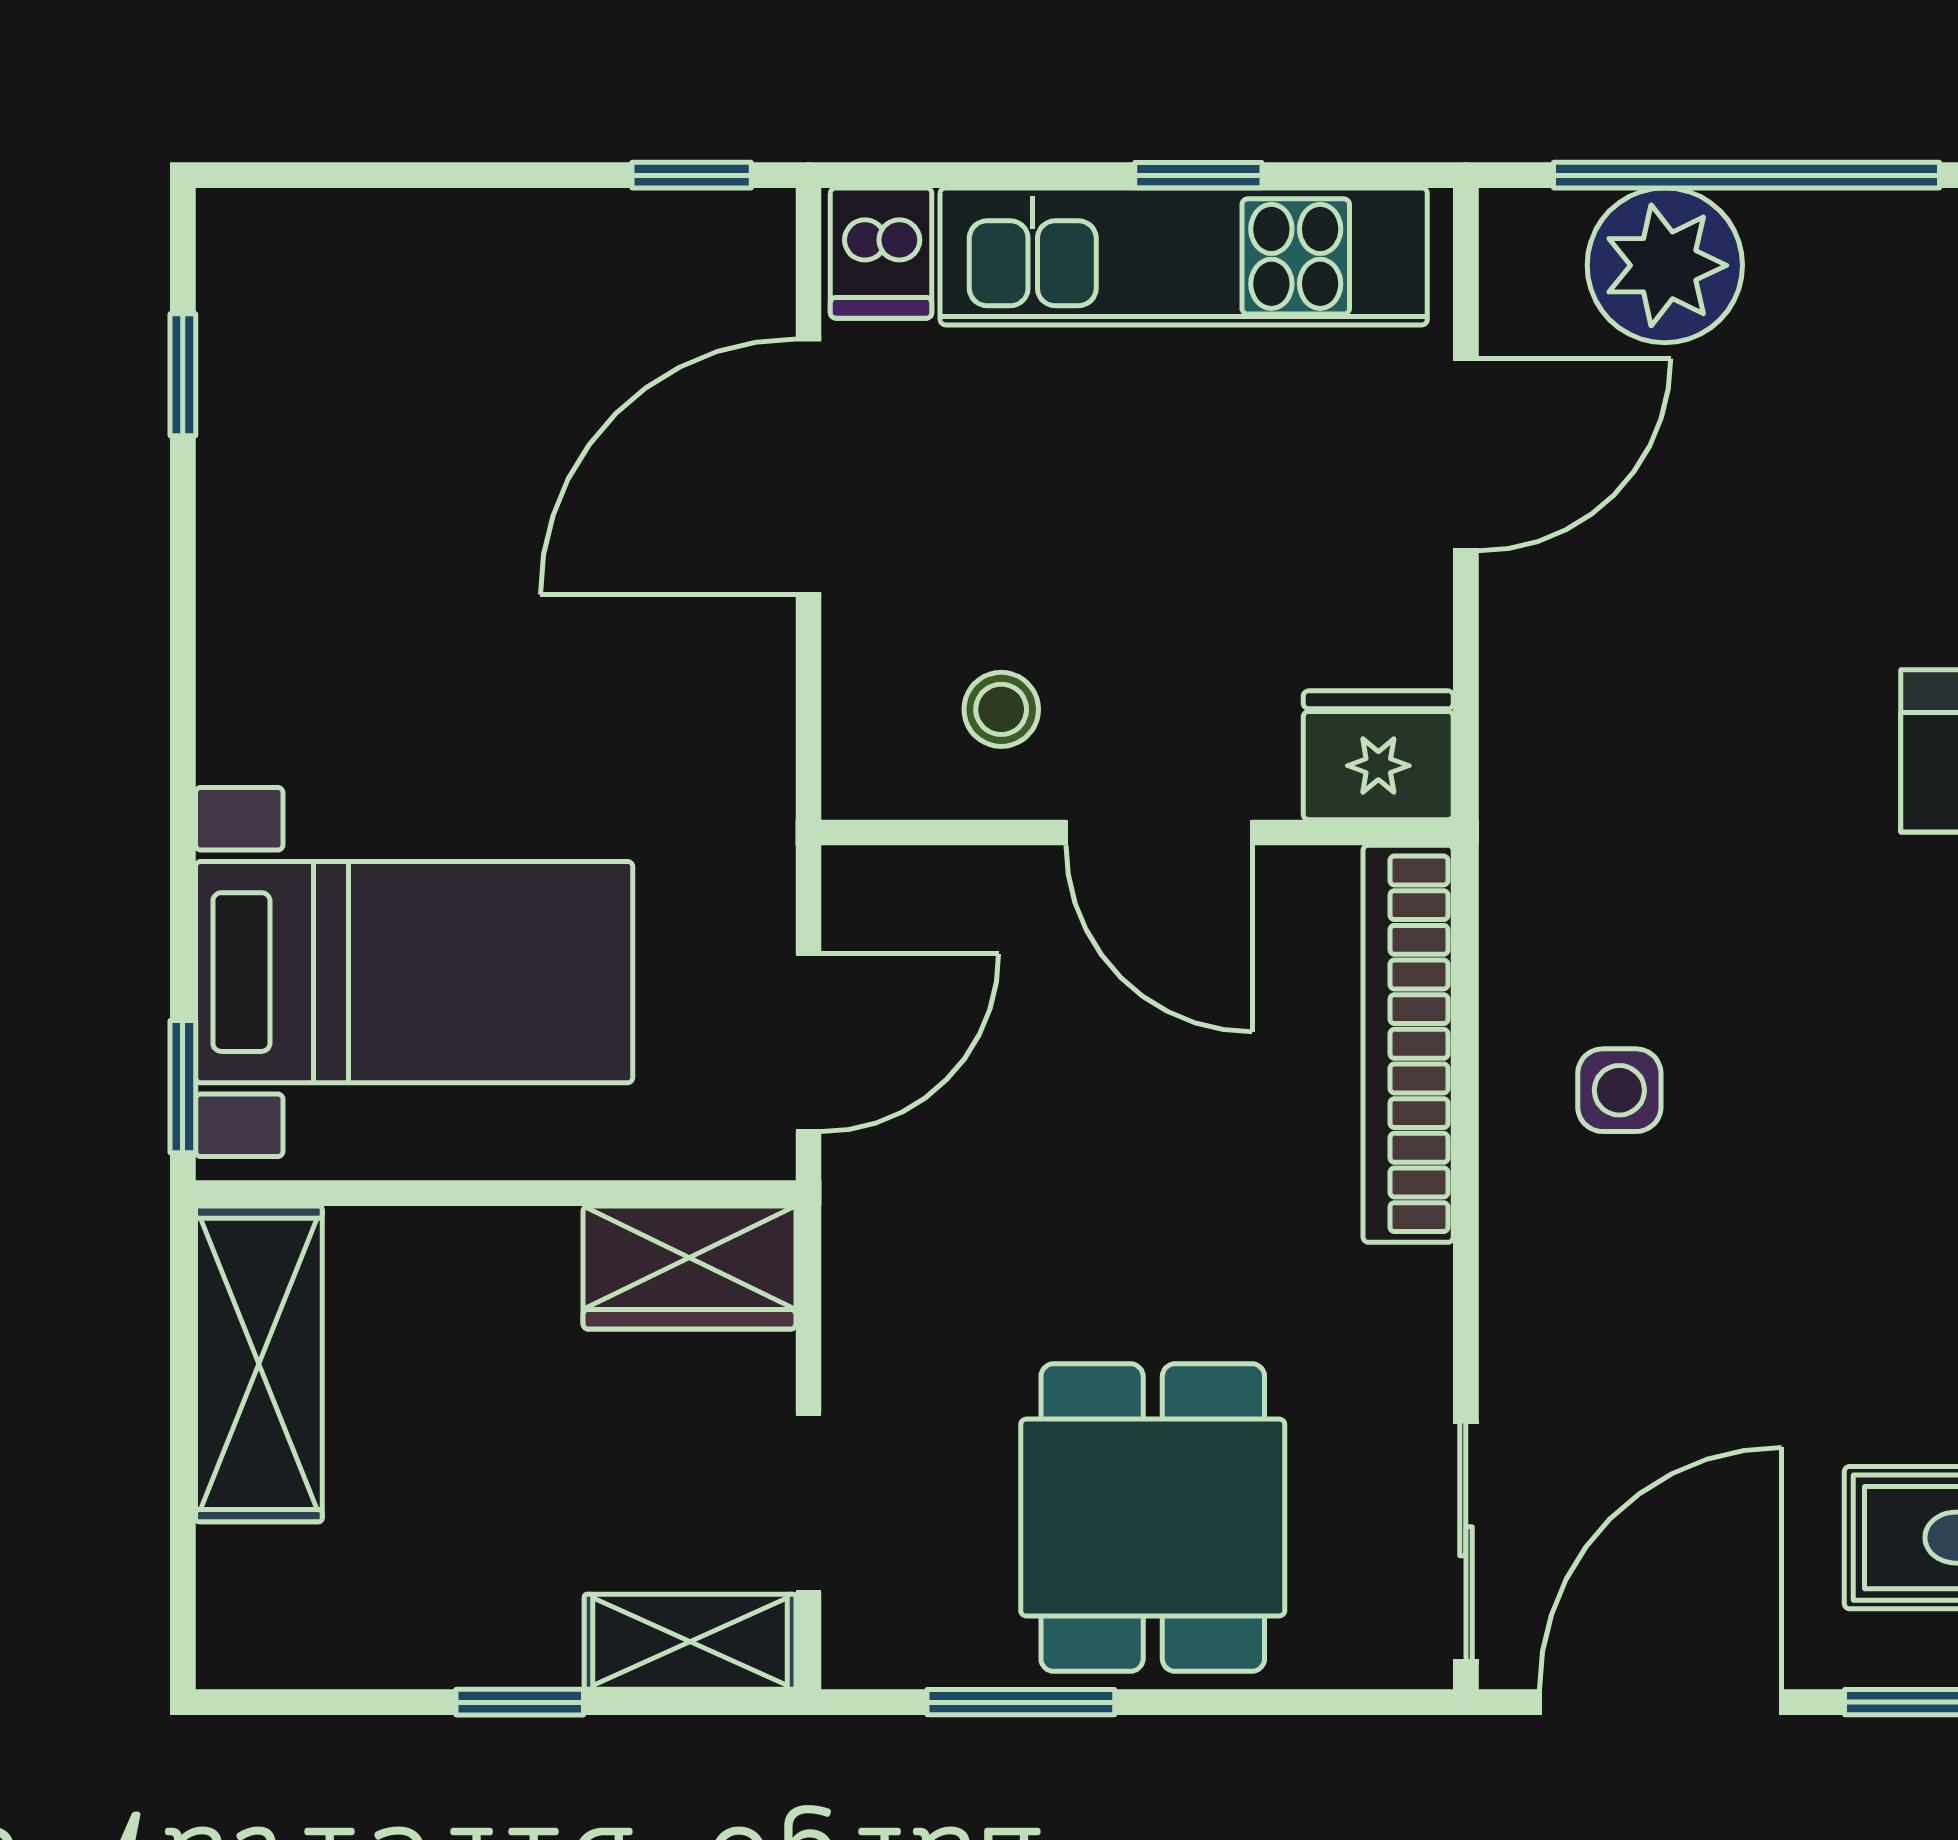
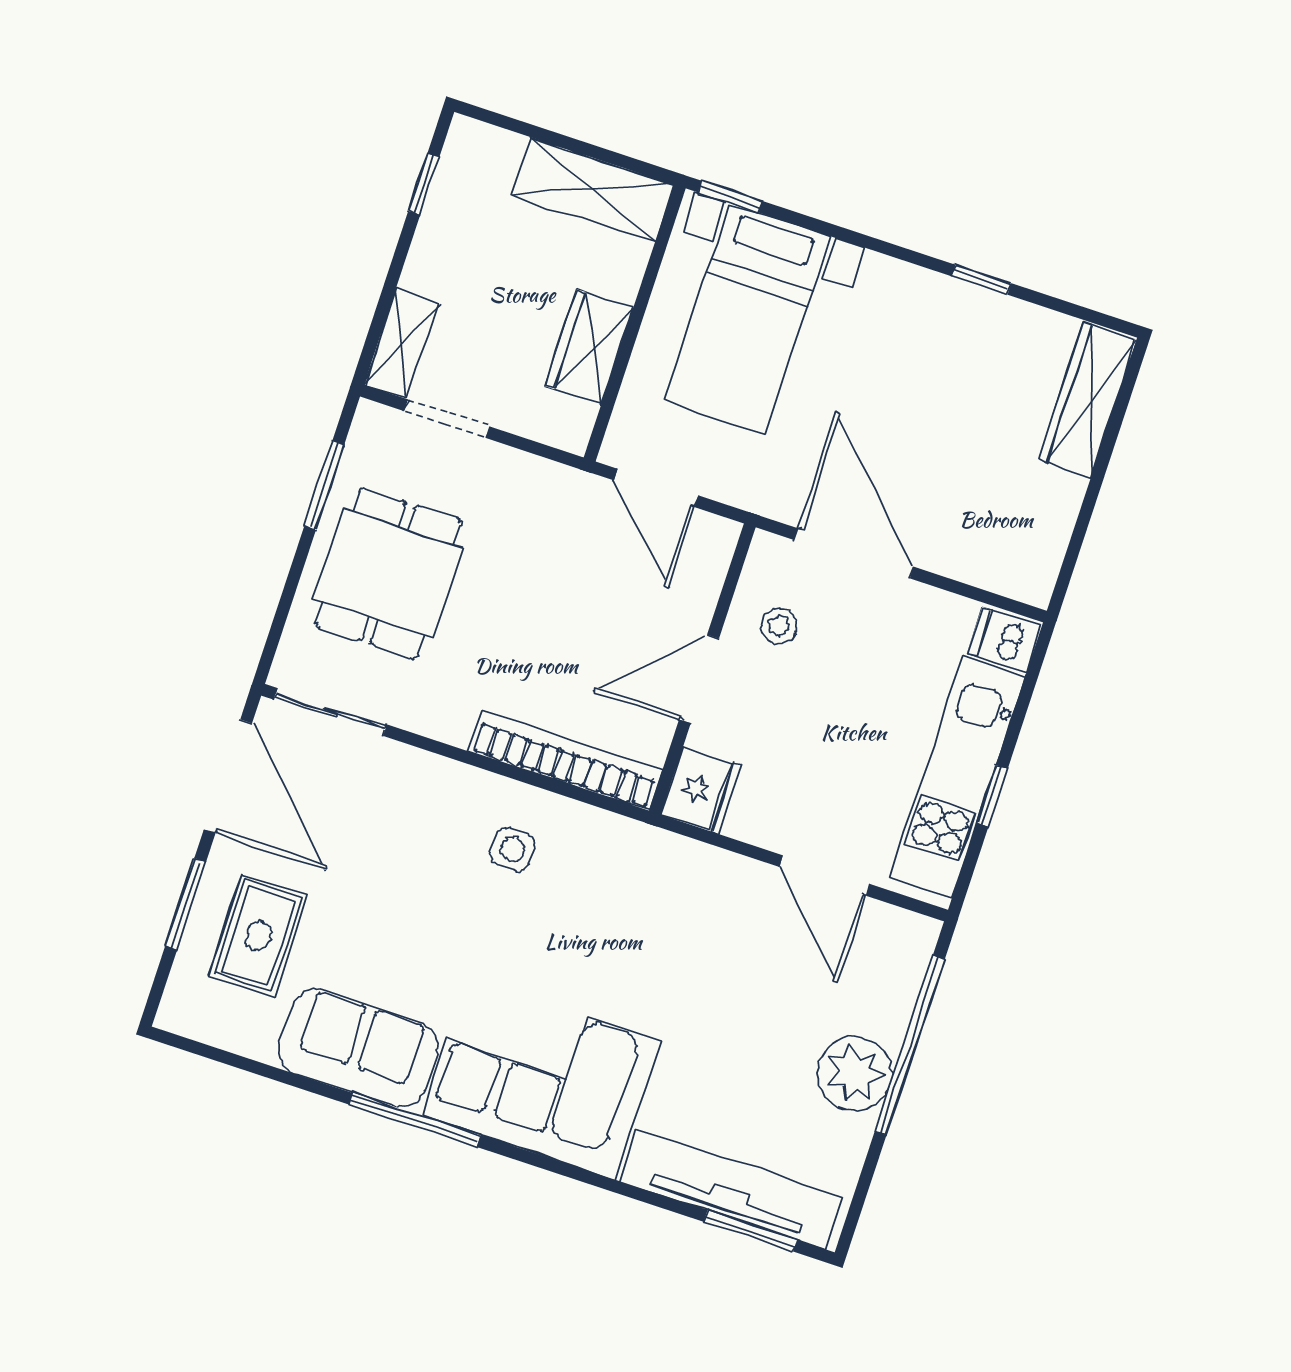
window: (692, 175) -> (1068, 565), removed
wardrobe: (352, 246) -> (1087, 400), added
plant: (1665, 265) -> (855, 1074), moved
window: (183, 375) -> (981, 280), moved
door: (809, 467) -> (854, 553), moved
wardrobe: (689, 1267) -> (589, 347), moved
dining table: (1153, 1518) -> (388, 573), turned 90
window: (520, 1702) -> (424, 184), moved

